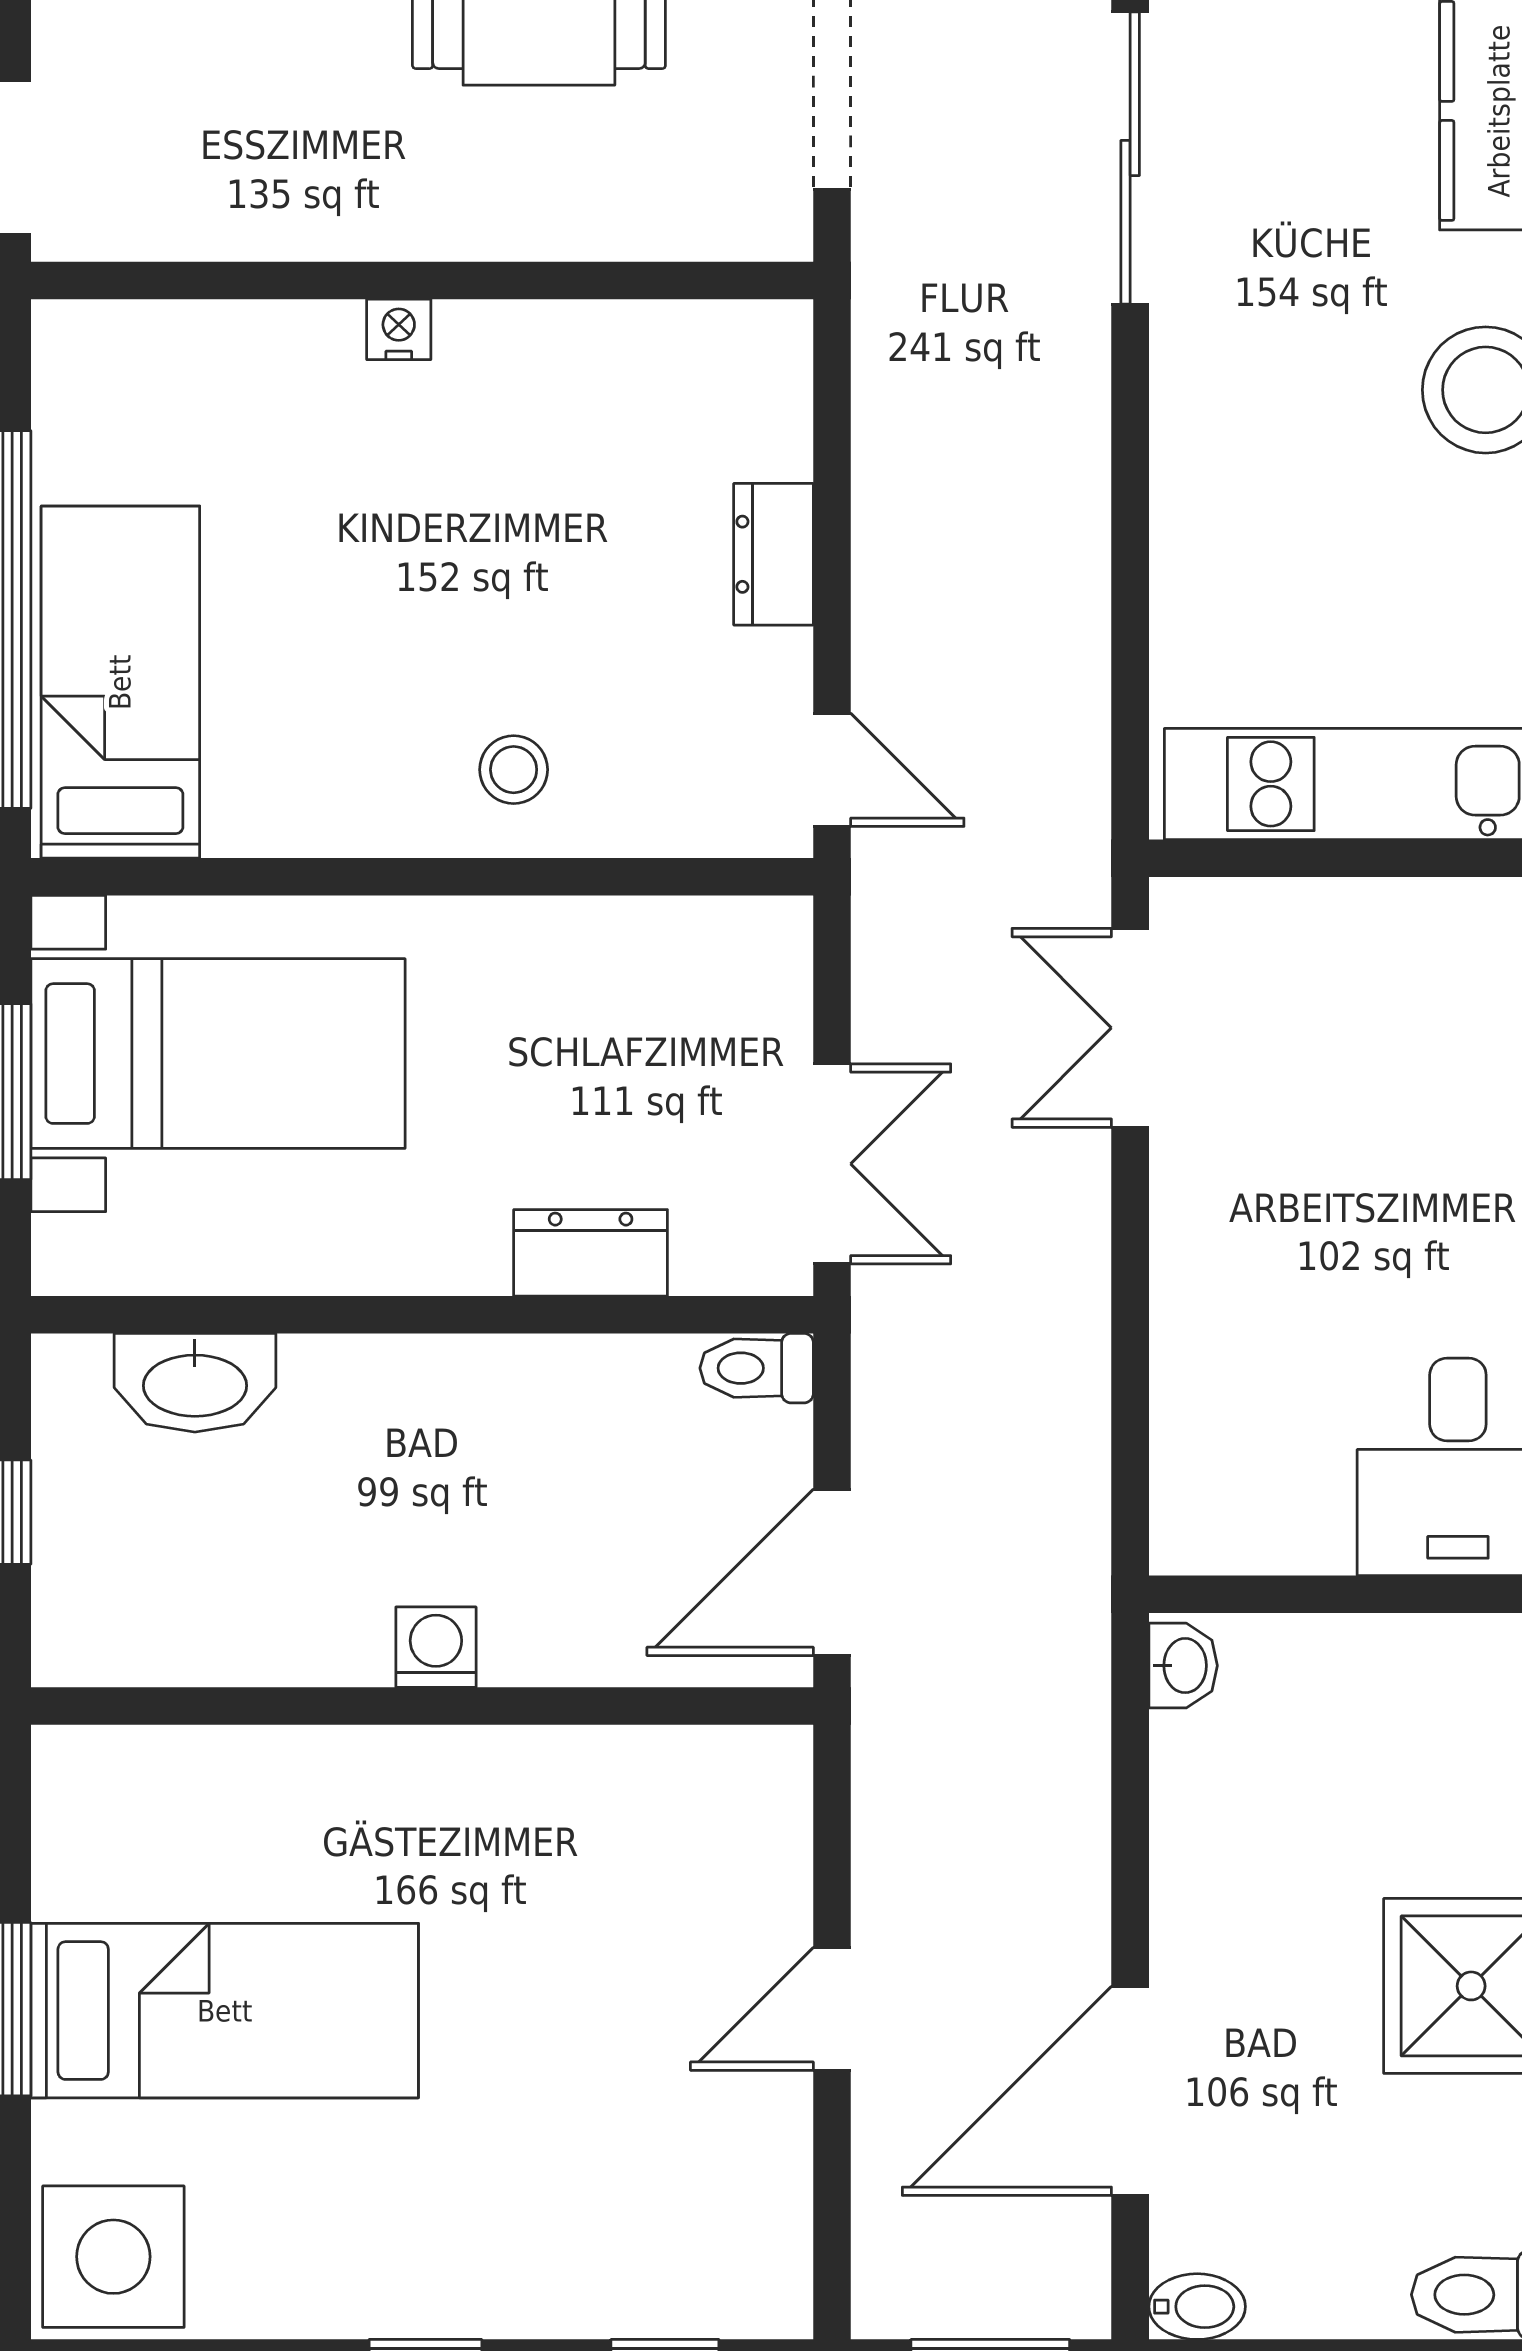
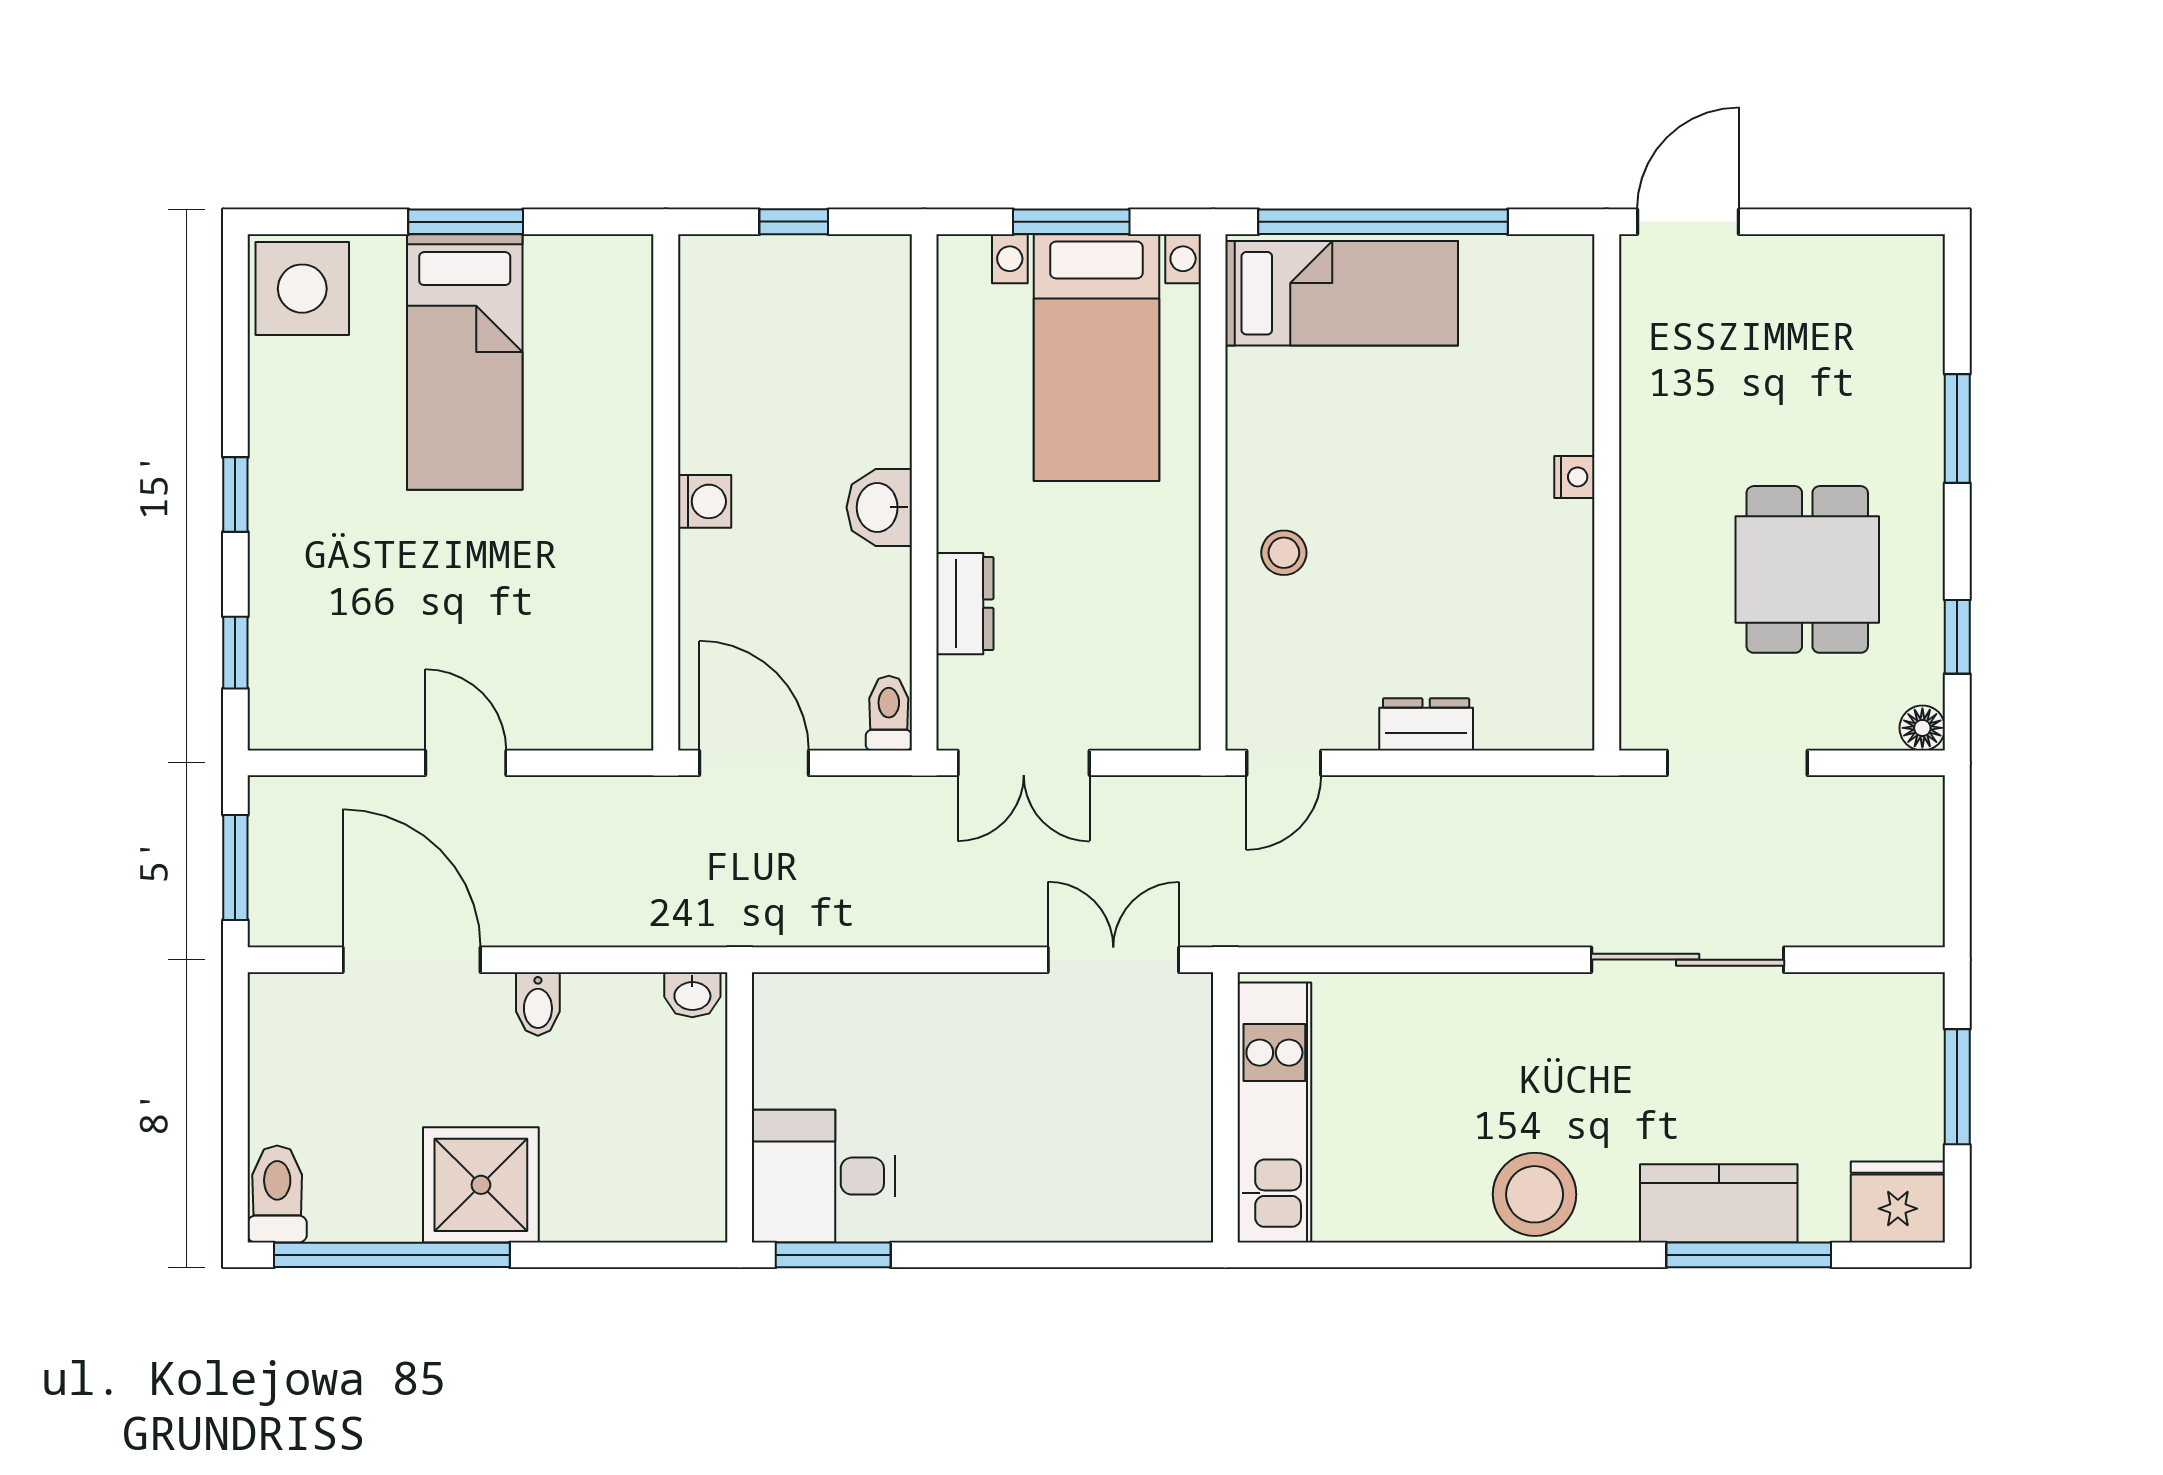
washbasin: (195, 1383) -> (879, 507), moved, width x0.72
bidet: (1197, 2307) -> (538, 1004), moved

